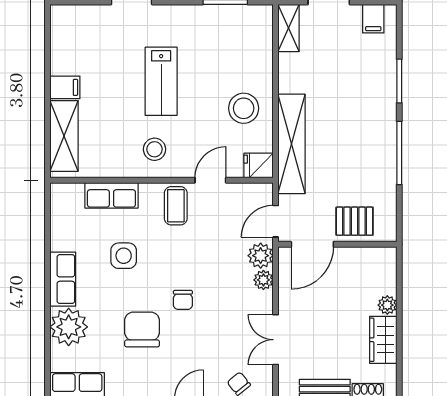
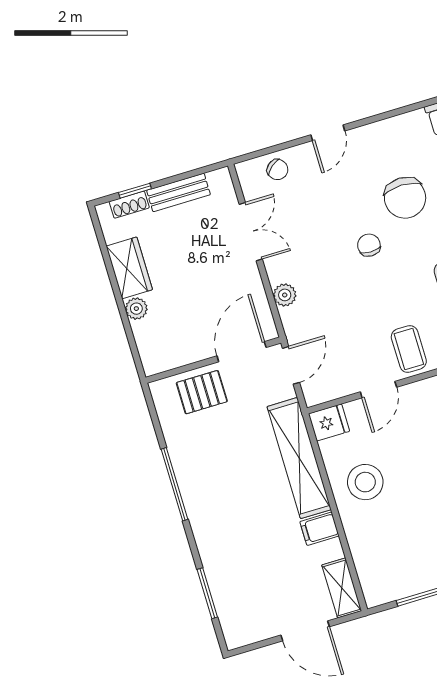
filing cabinet: (373, 19) -> (319, 529), moved, turned -90
window: (399, 81) -> (207, 593), moved
plant: (261, 256) -> (296, 321), removed

